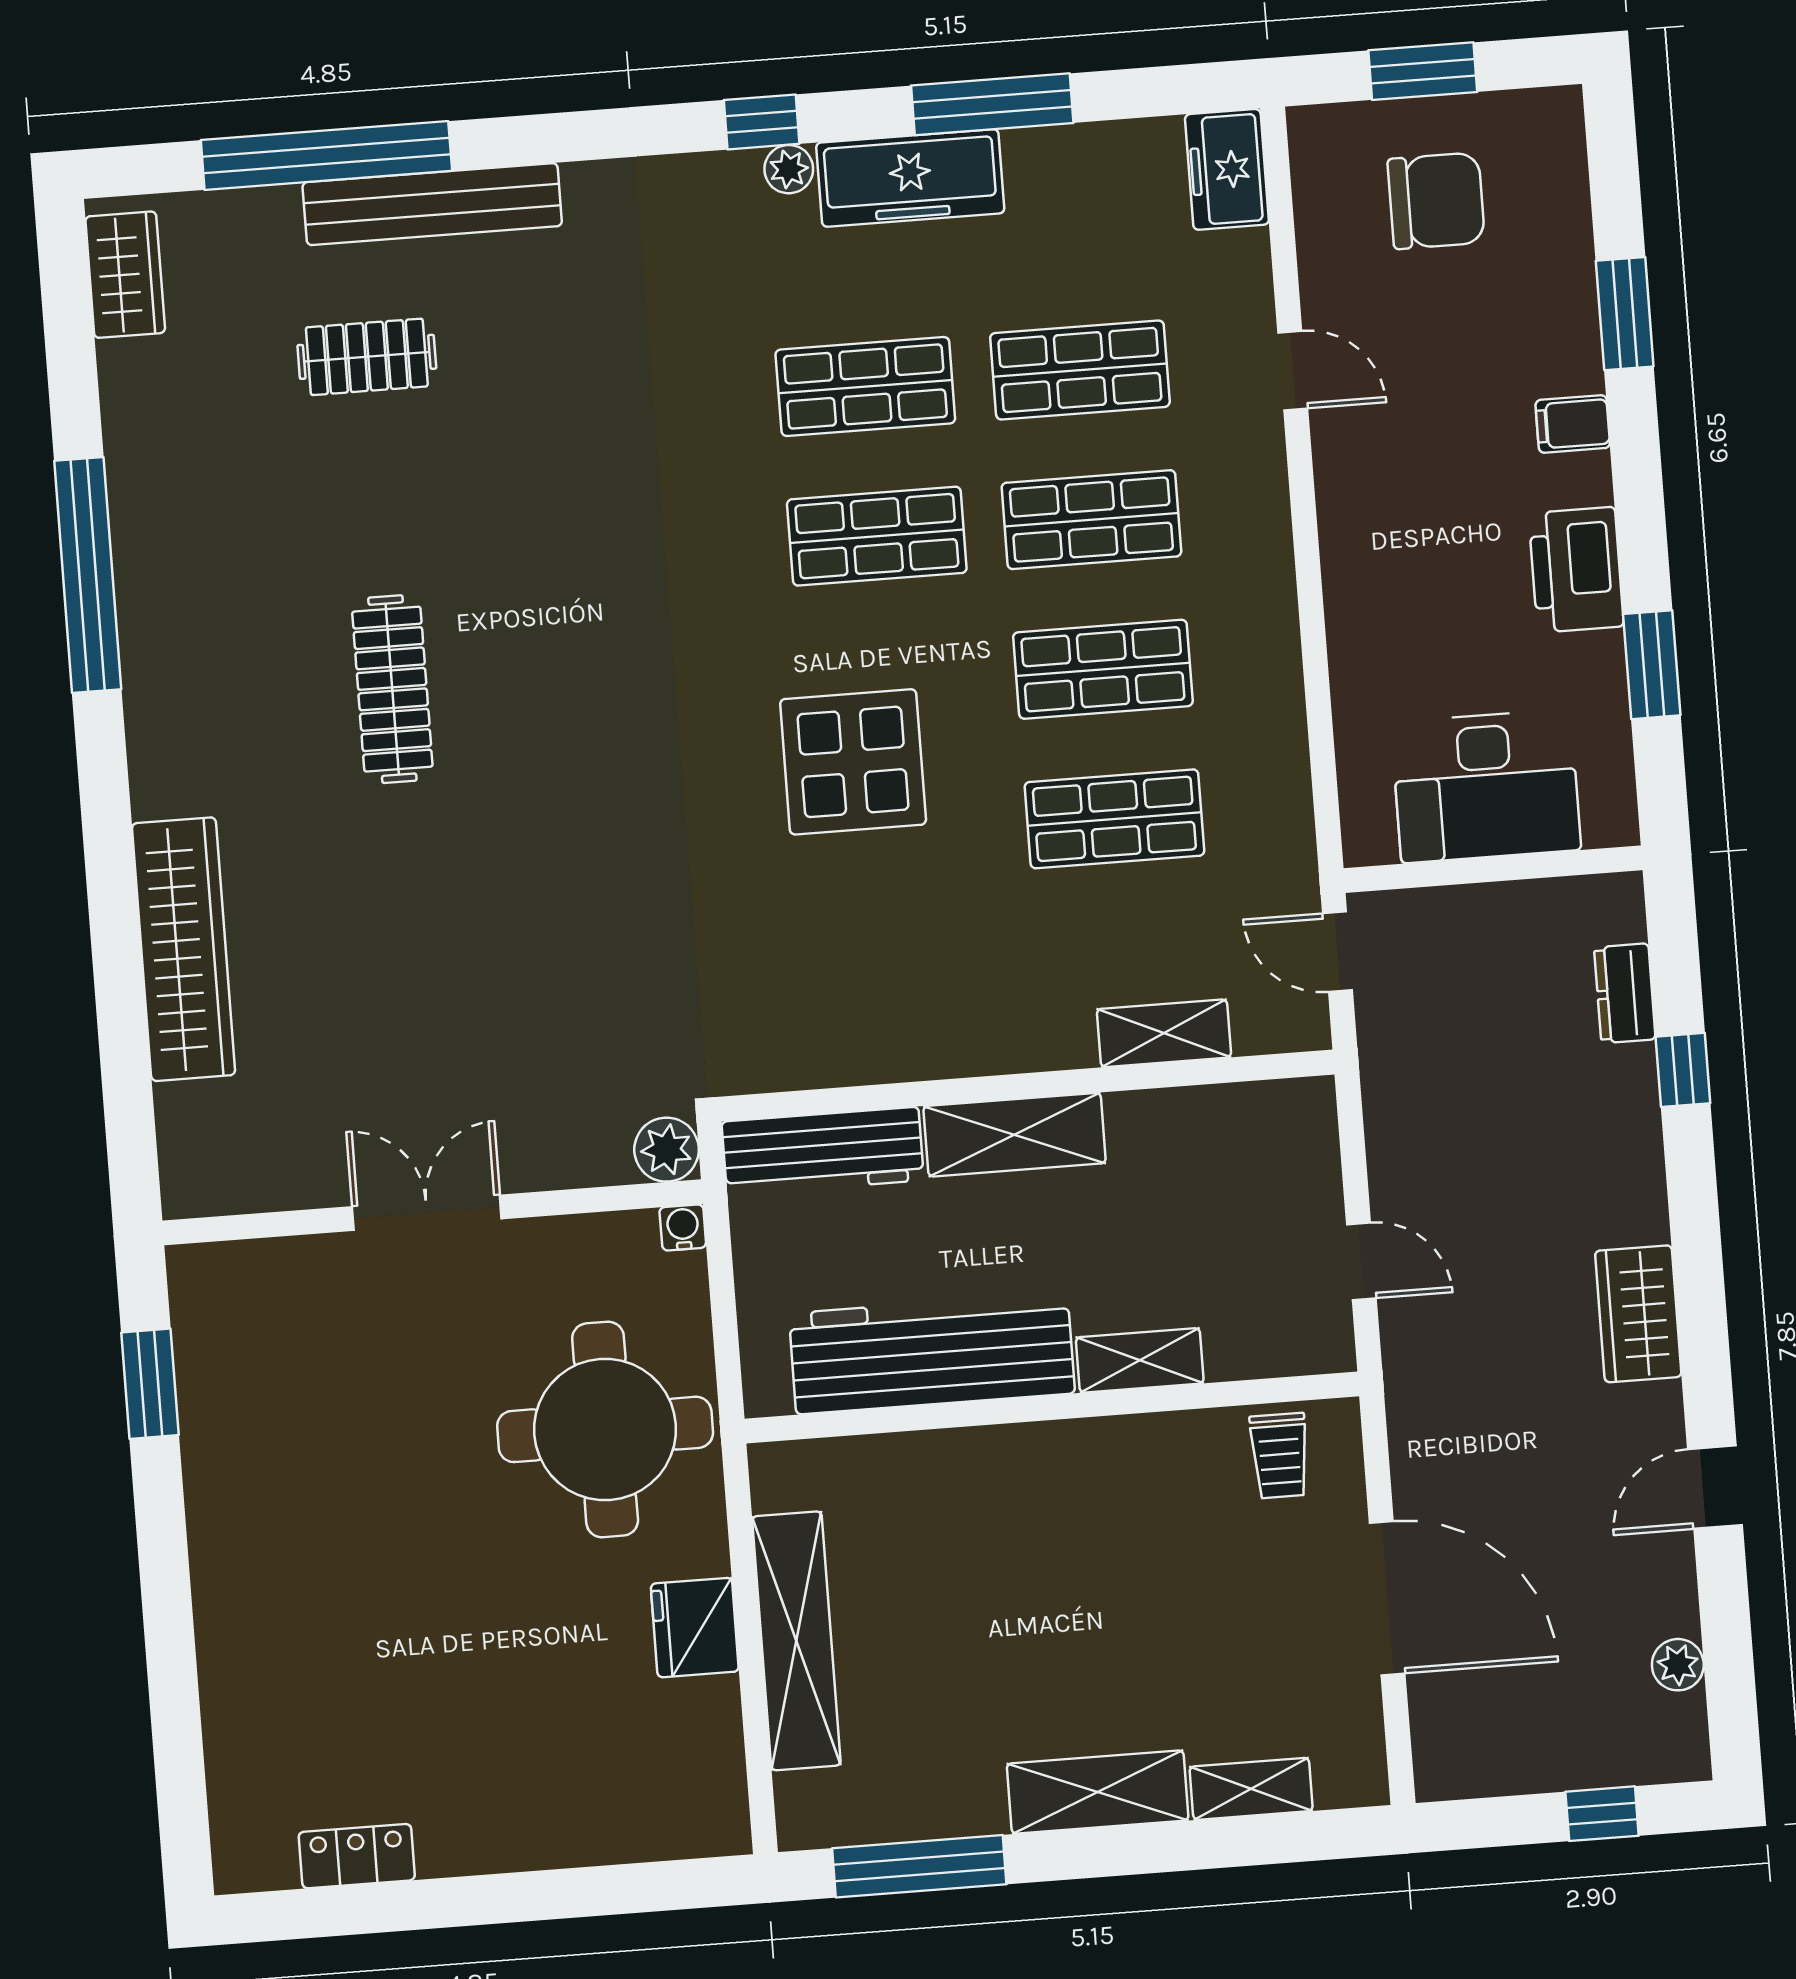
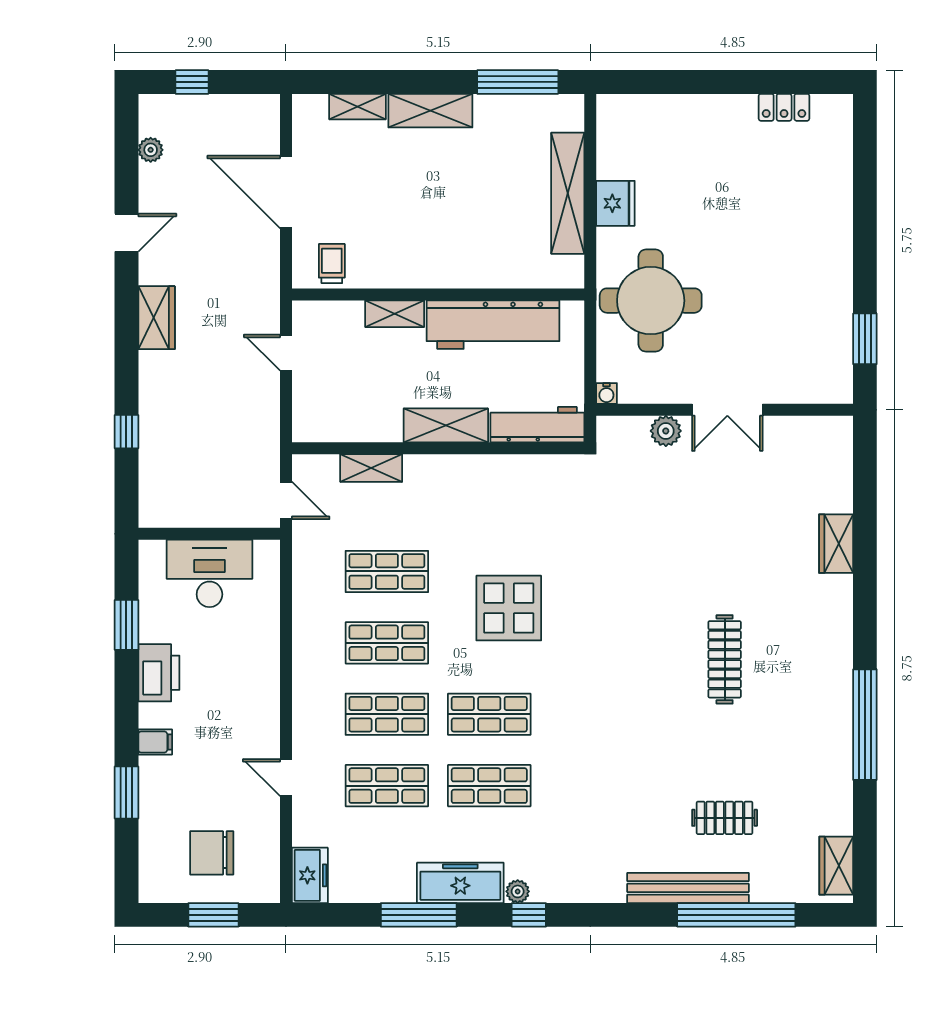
wardrobe: (184, 949) -> (836, 544), width x0.48, depth x0.85
dresser: (1625, 993) -> (151, 470), removed
plant: (667, 1150) -> (666, 431), moved

